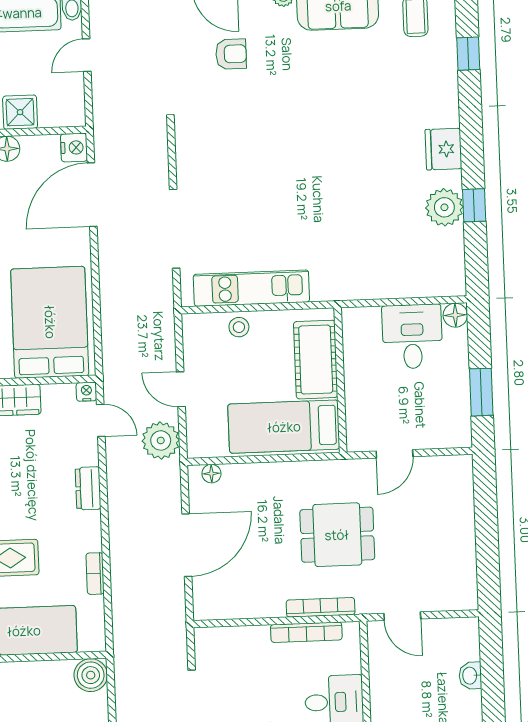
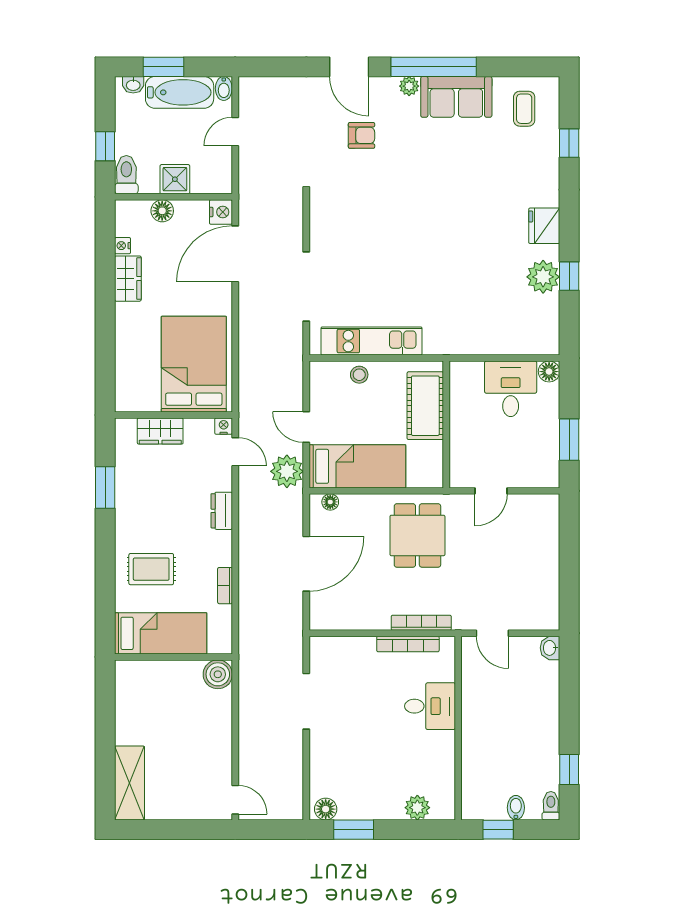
bed: (284, 427) -> (357, 466), moved, turned 180
dining table: (337, 535) -> (417, 535), moved, turned 90
washbasin: (470, 676) -> (550, 648), moved

